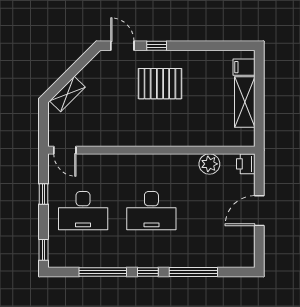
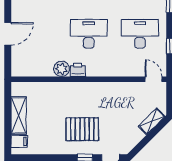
plant: (209, 164) -> (62, 69), moved
printer: (246, 164) -> (78, 70), moved, turned -90

